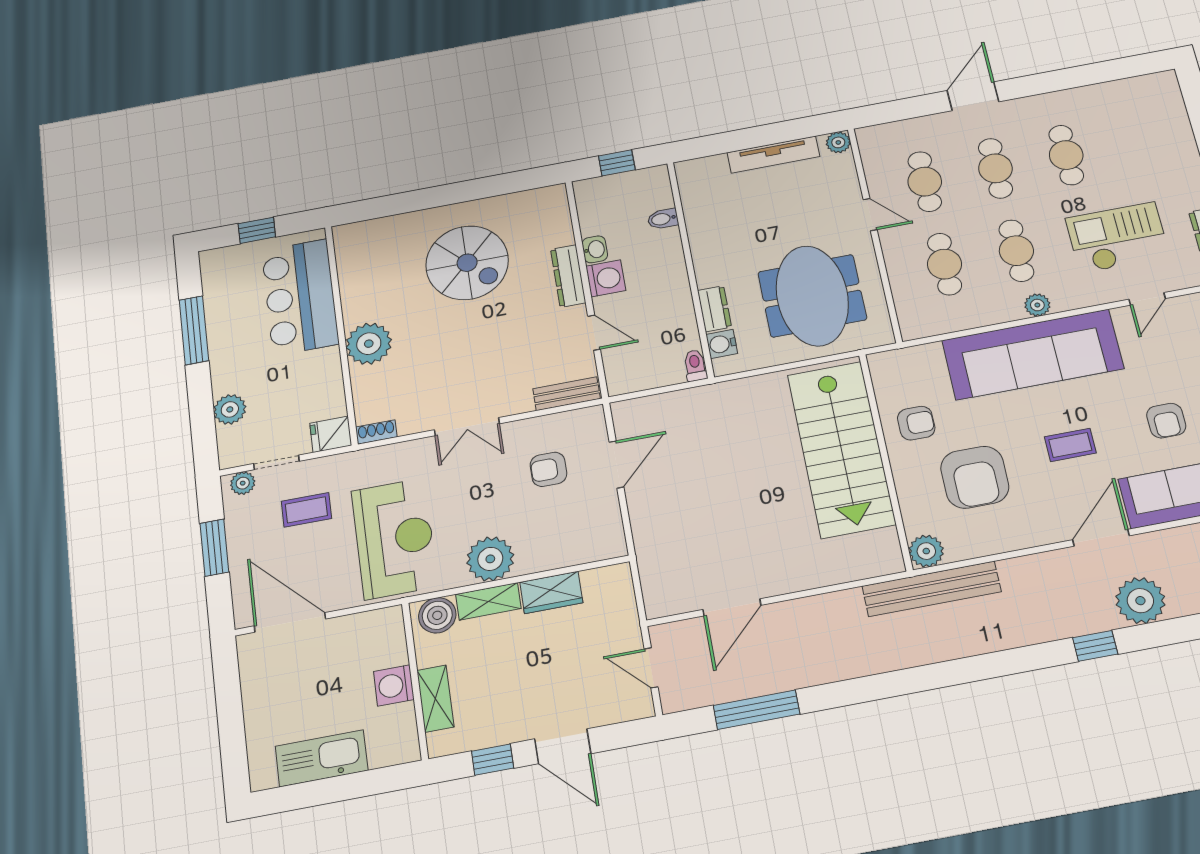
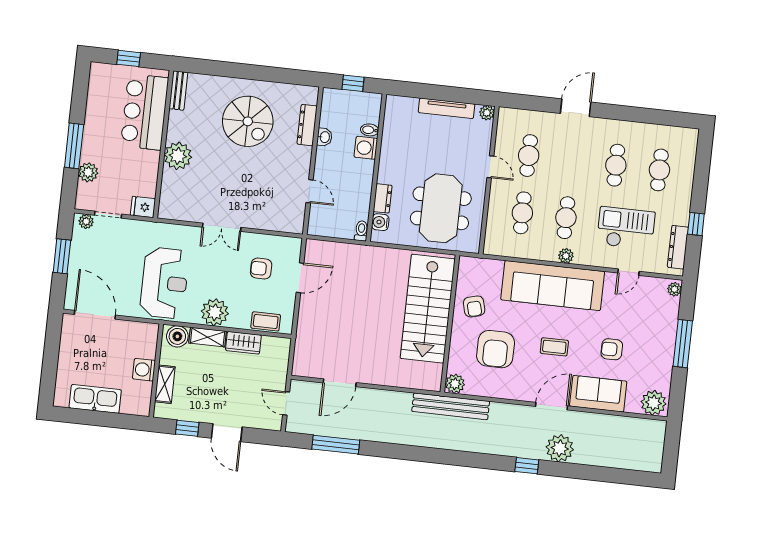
cafe table: (995, 168) -> (659, 170), moved
dresser: (568, 276) -> (307, 125), moved
washing machine: (606, 278) -> (366, 148), moved, turned 180
window: (194, 330) -> (74, 146), moved
bench: (567, 394) -> (178, 90), moved, turned 90
armchair: (1166, 421) -> (612, 349), turned 90
armchair: (916, 423) -> (474, 306), turned 75
shoe rack: (376, 432) -> (169, 214), removed
coffee table: (306, 510) -> (266, 321), moved

